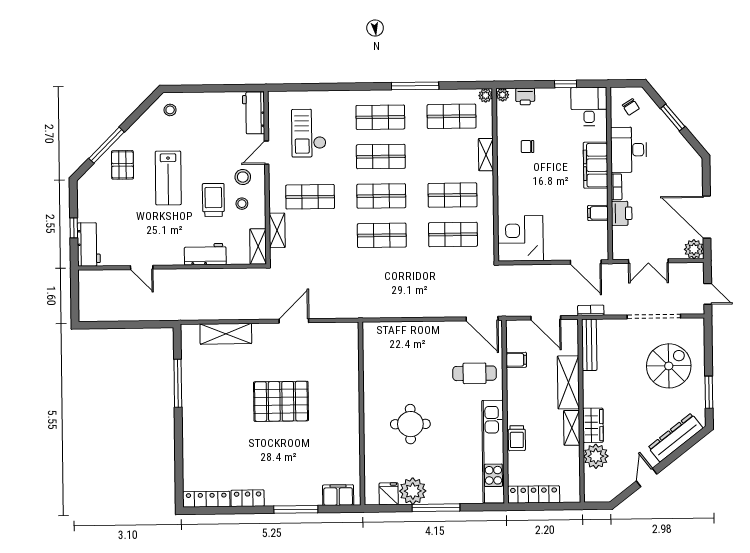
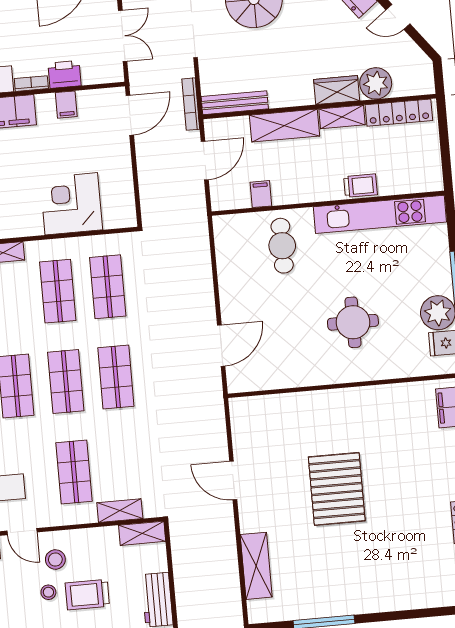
stool: (242, 204) -> (48, 592), moved
corner desk: (520, 238) -> (71, 204), moved, turned 90
bookcase: (591, 310) -> (191, 104), width x1.56
door: (482, 319) -> (221, 346), moved
locker: (534, 494) -> (399, 113), moved, turned -90

